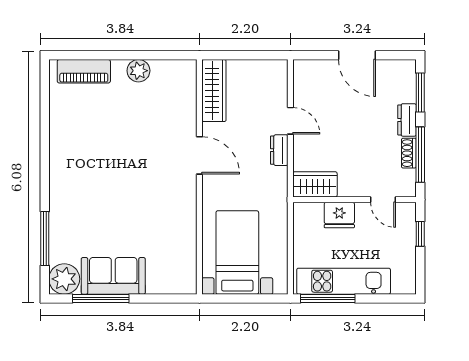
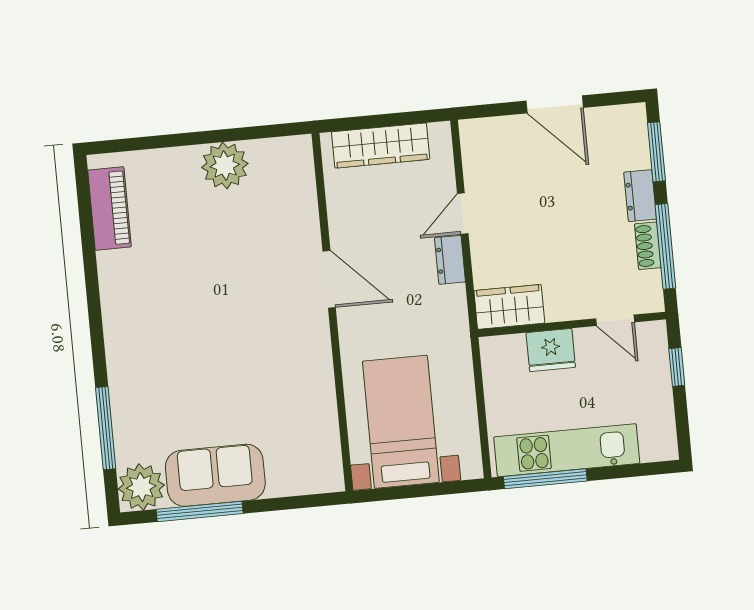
piano: (84, 71) -> (109, 208), moved, turned -90
plant: (138, 71) -> (225, 165), width x1.36, depth x1.36
wardrobe: (214, 91) -> (381, 146), moved, turned 90
door: (290, 121) -> (463, 214), swing flipped

